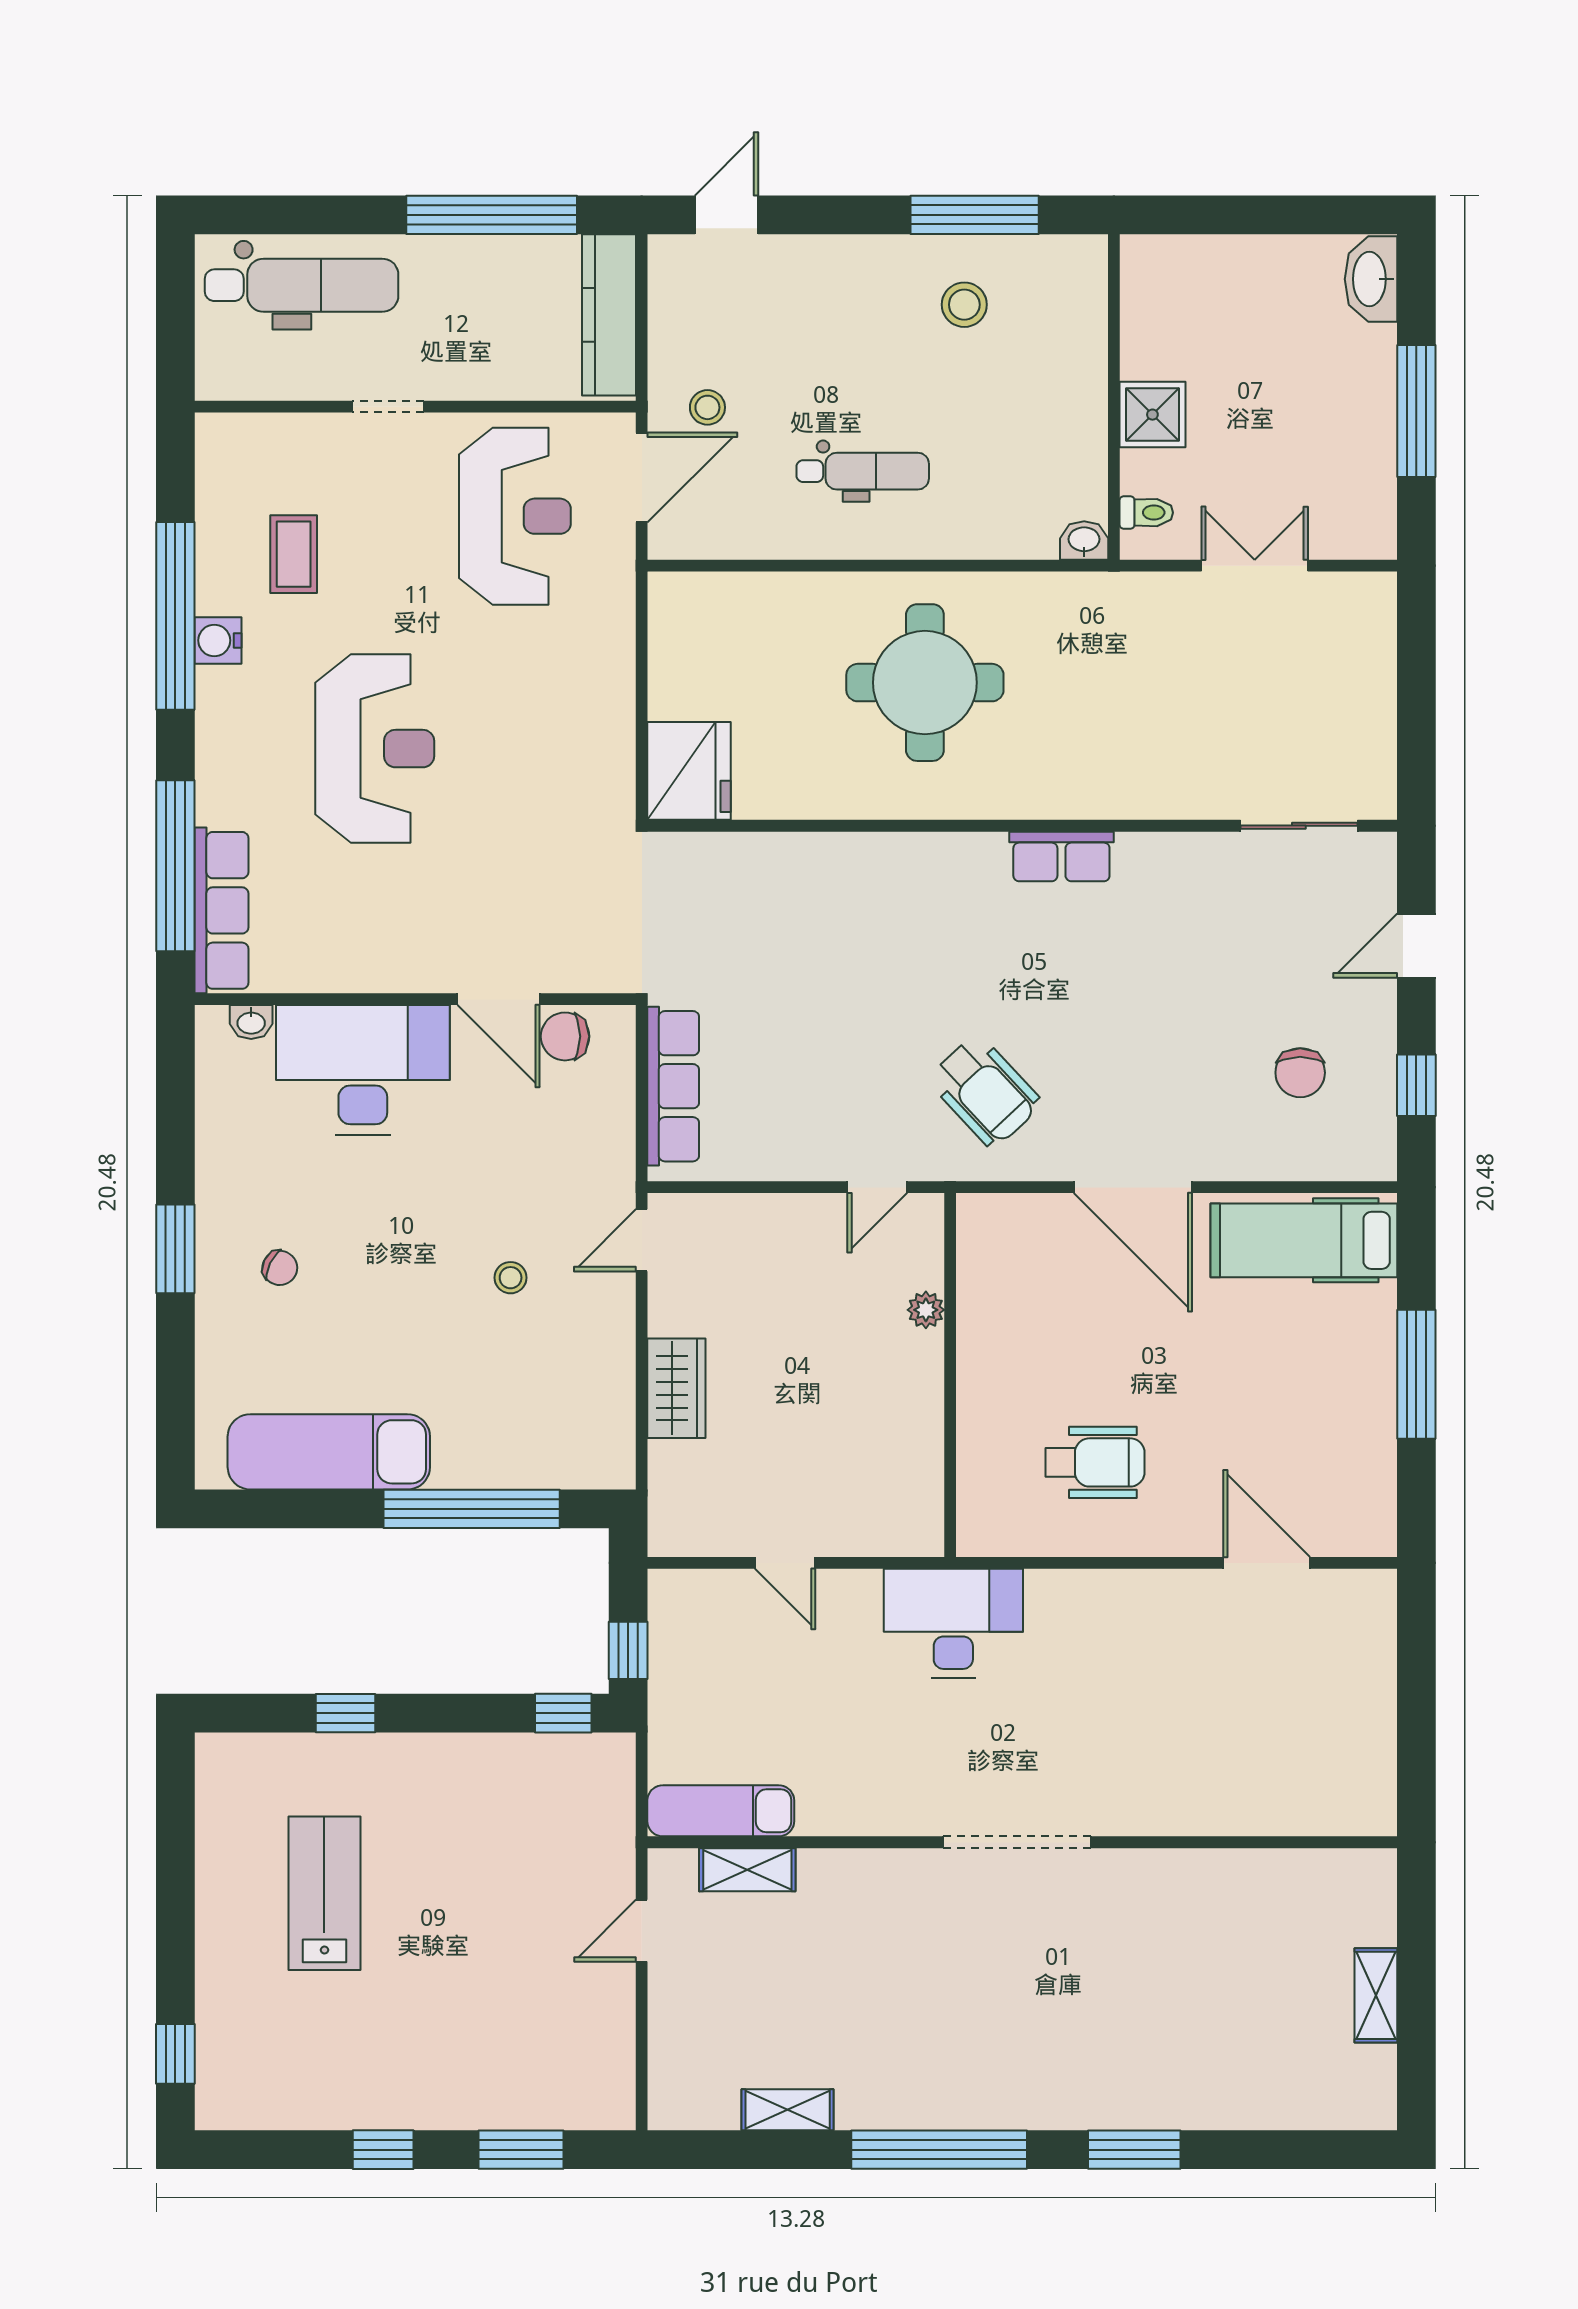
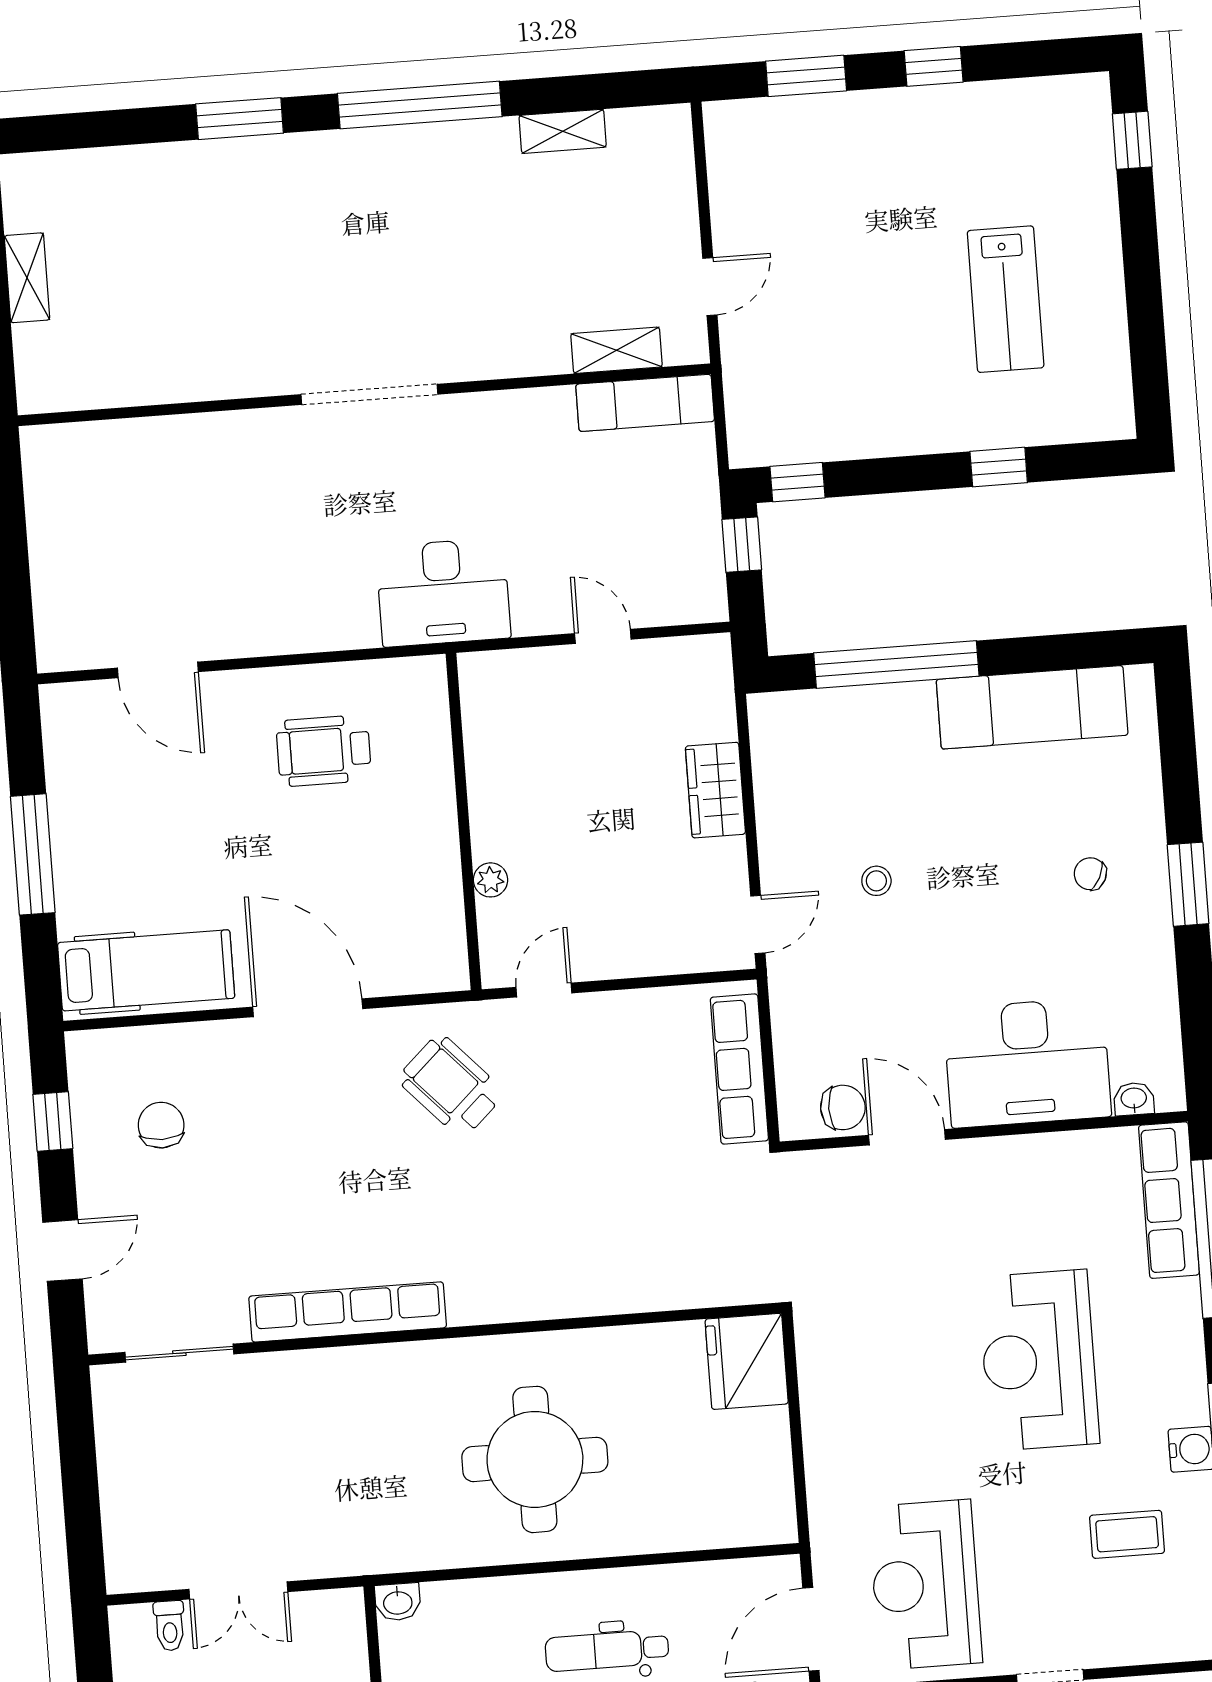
toilet: (1146, 513) -> (170, 1626), moved, turned -90
coffee table: (294, 554) -> (1127, 1534), turned 90
row of seats: (1061, 856) -> (348, 1312), width x2.02

